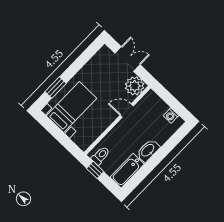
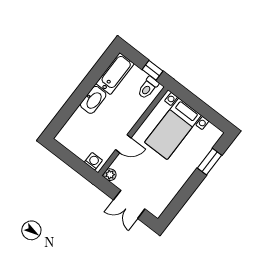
plant: (135, 86) -> (110, 175), width x0.53, depth x0.53
bed with nightstands: (72, 107) -> (173, 129), moved
washing machine: (171, 115) -> (93, 161), moved

